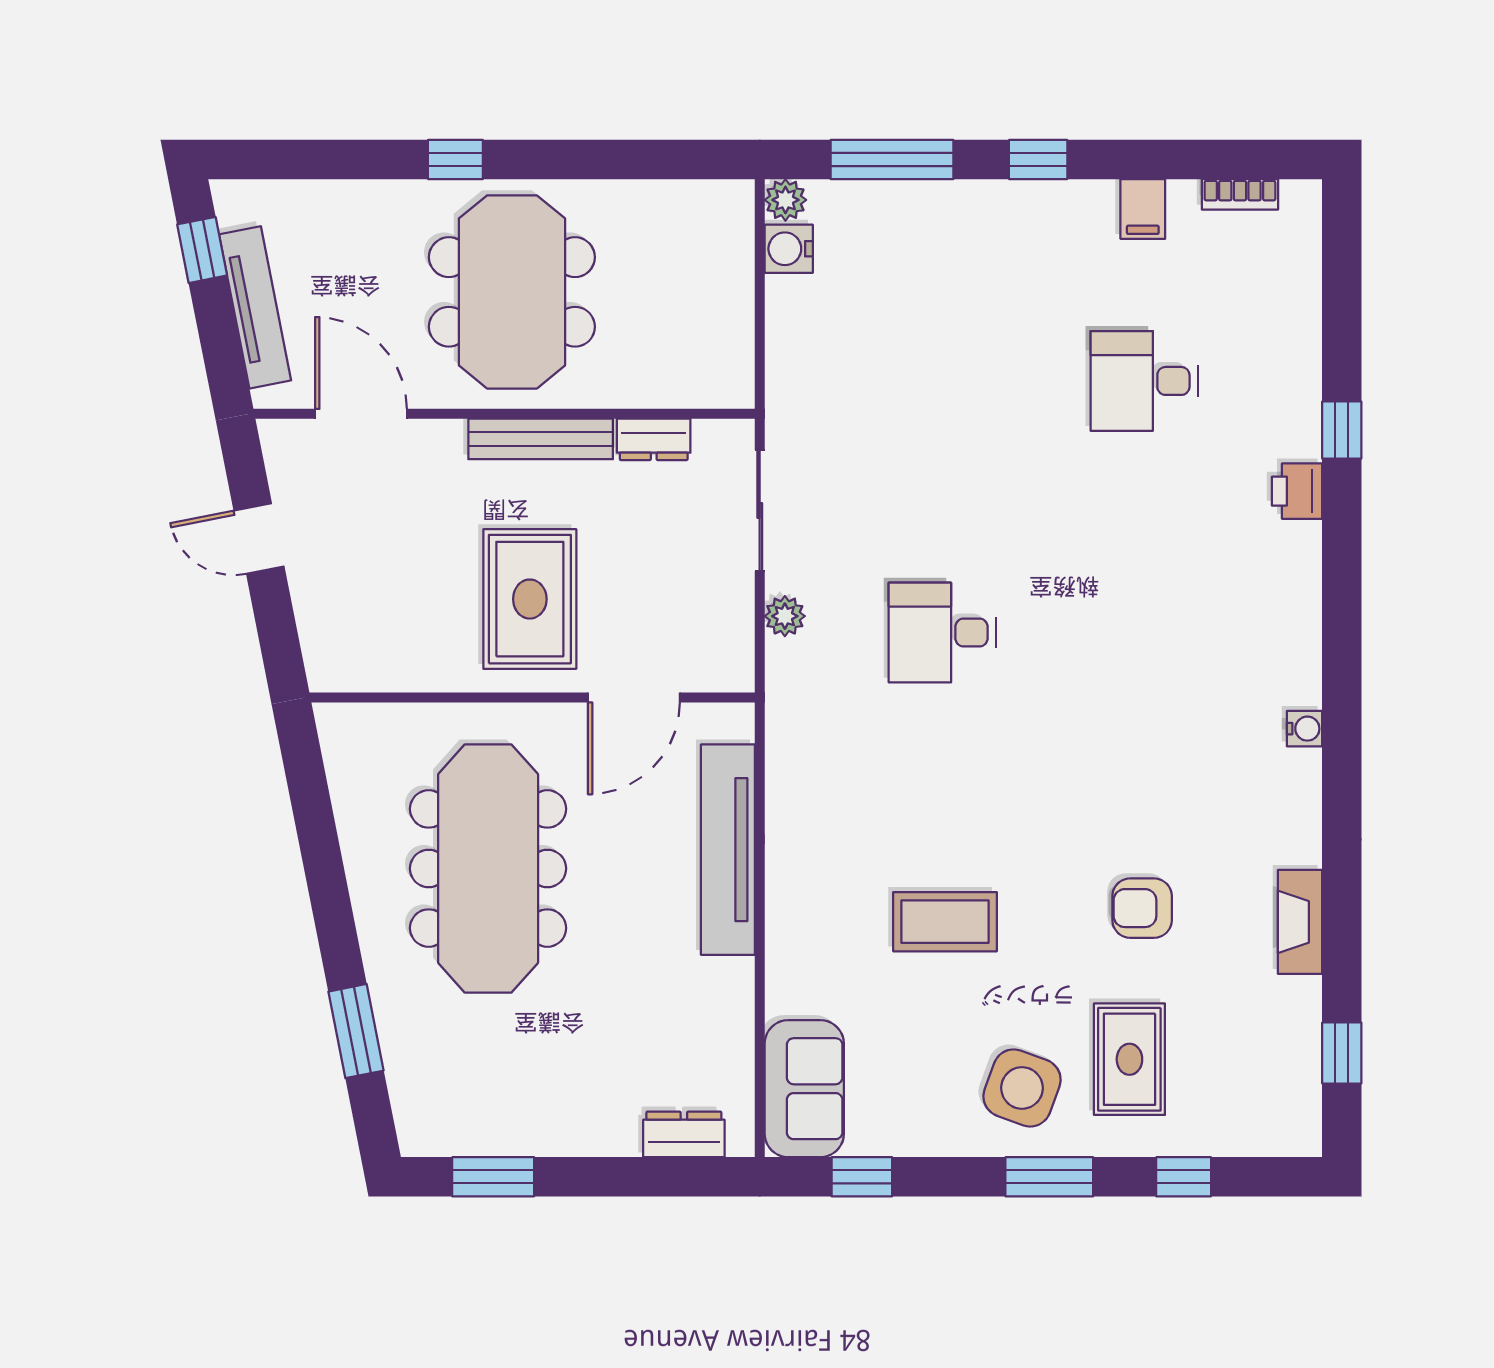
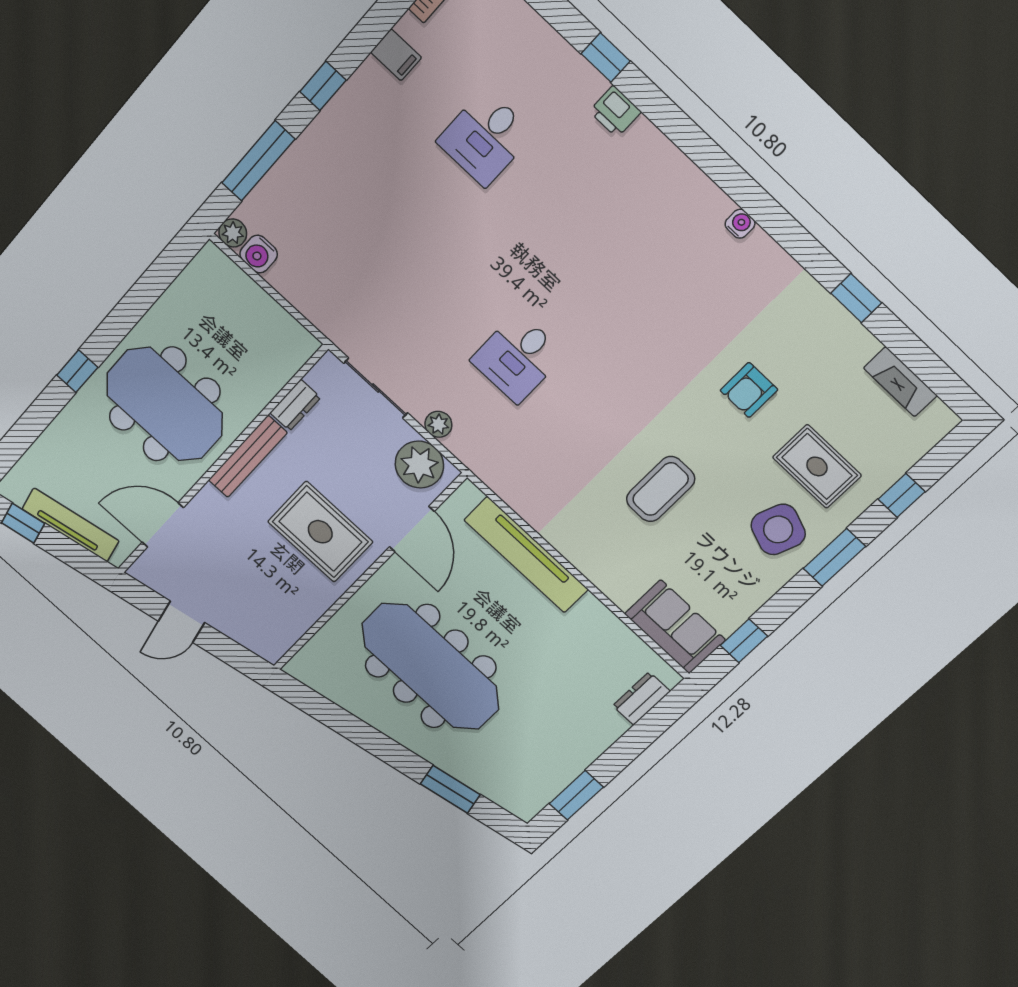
plant: (718, 637) -> (419, 465), added
fireplace: (1300, 922) -> (900, 382), moved
window: (1342, 1053) -> (856, 298), moved

